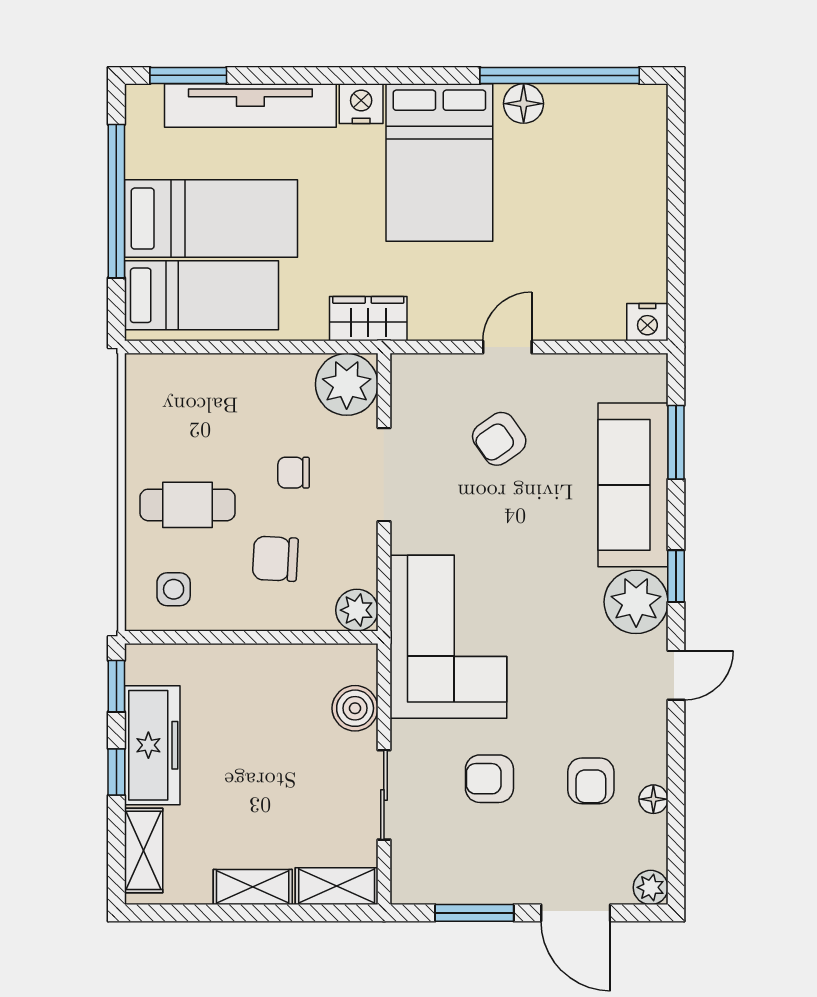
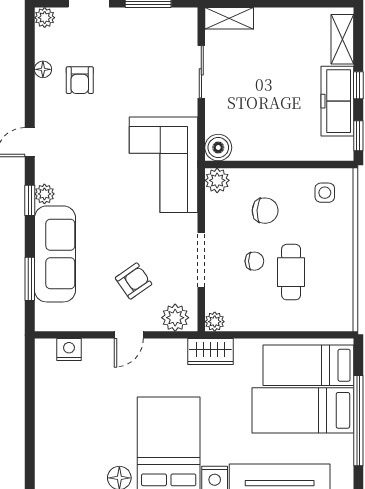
nightstand: (647, 322) -> (69, 349), moved
plant: (428, 376) -> (175, 318), added
plant: (347, 384) -> (215, 322), width x0.53, depth x0.53
cafe table: (188, 505) -> (291, 272), moved, turned 90
plant: (636, 602) -> (44, 194), width x0.53, depth x0.53
boiler: (355, 708) -> (218, 148), moved
armchair: (489, 779) -> (139, 81), removed
armchair: (591, 781) -> (80, 80), turned 180
shelving: (253, 887) -> (278, 18), removed

